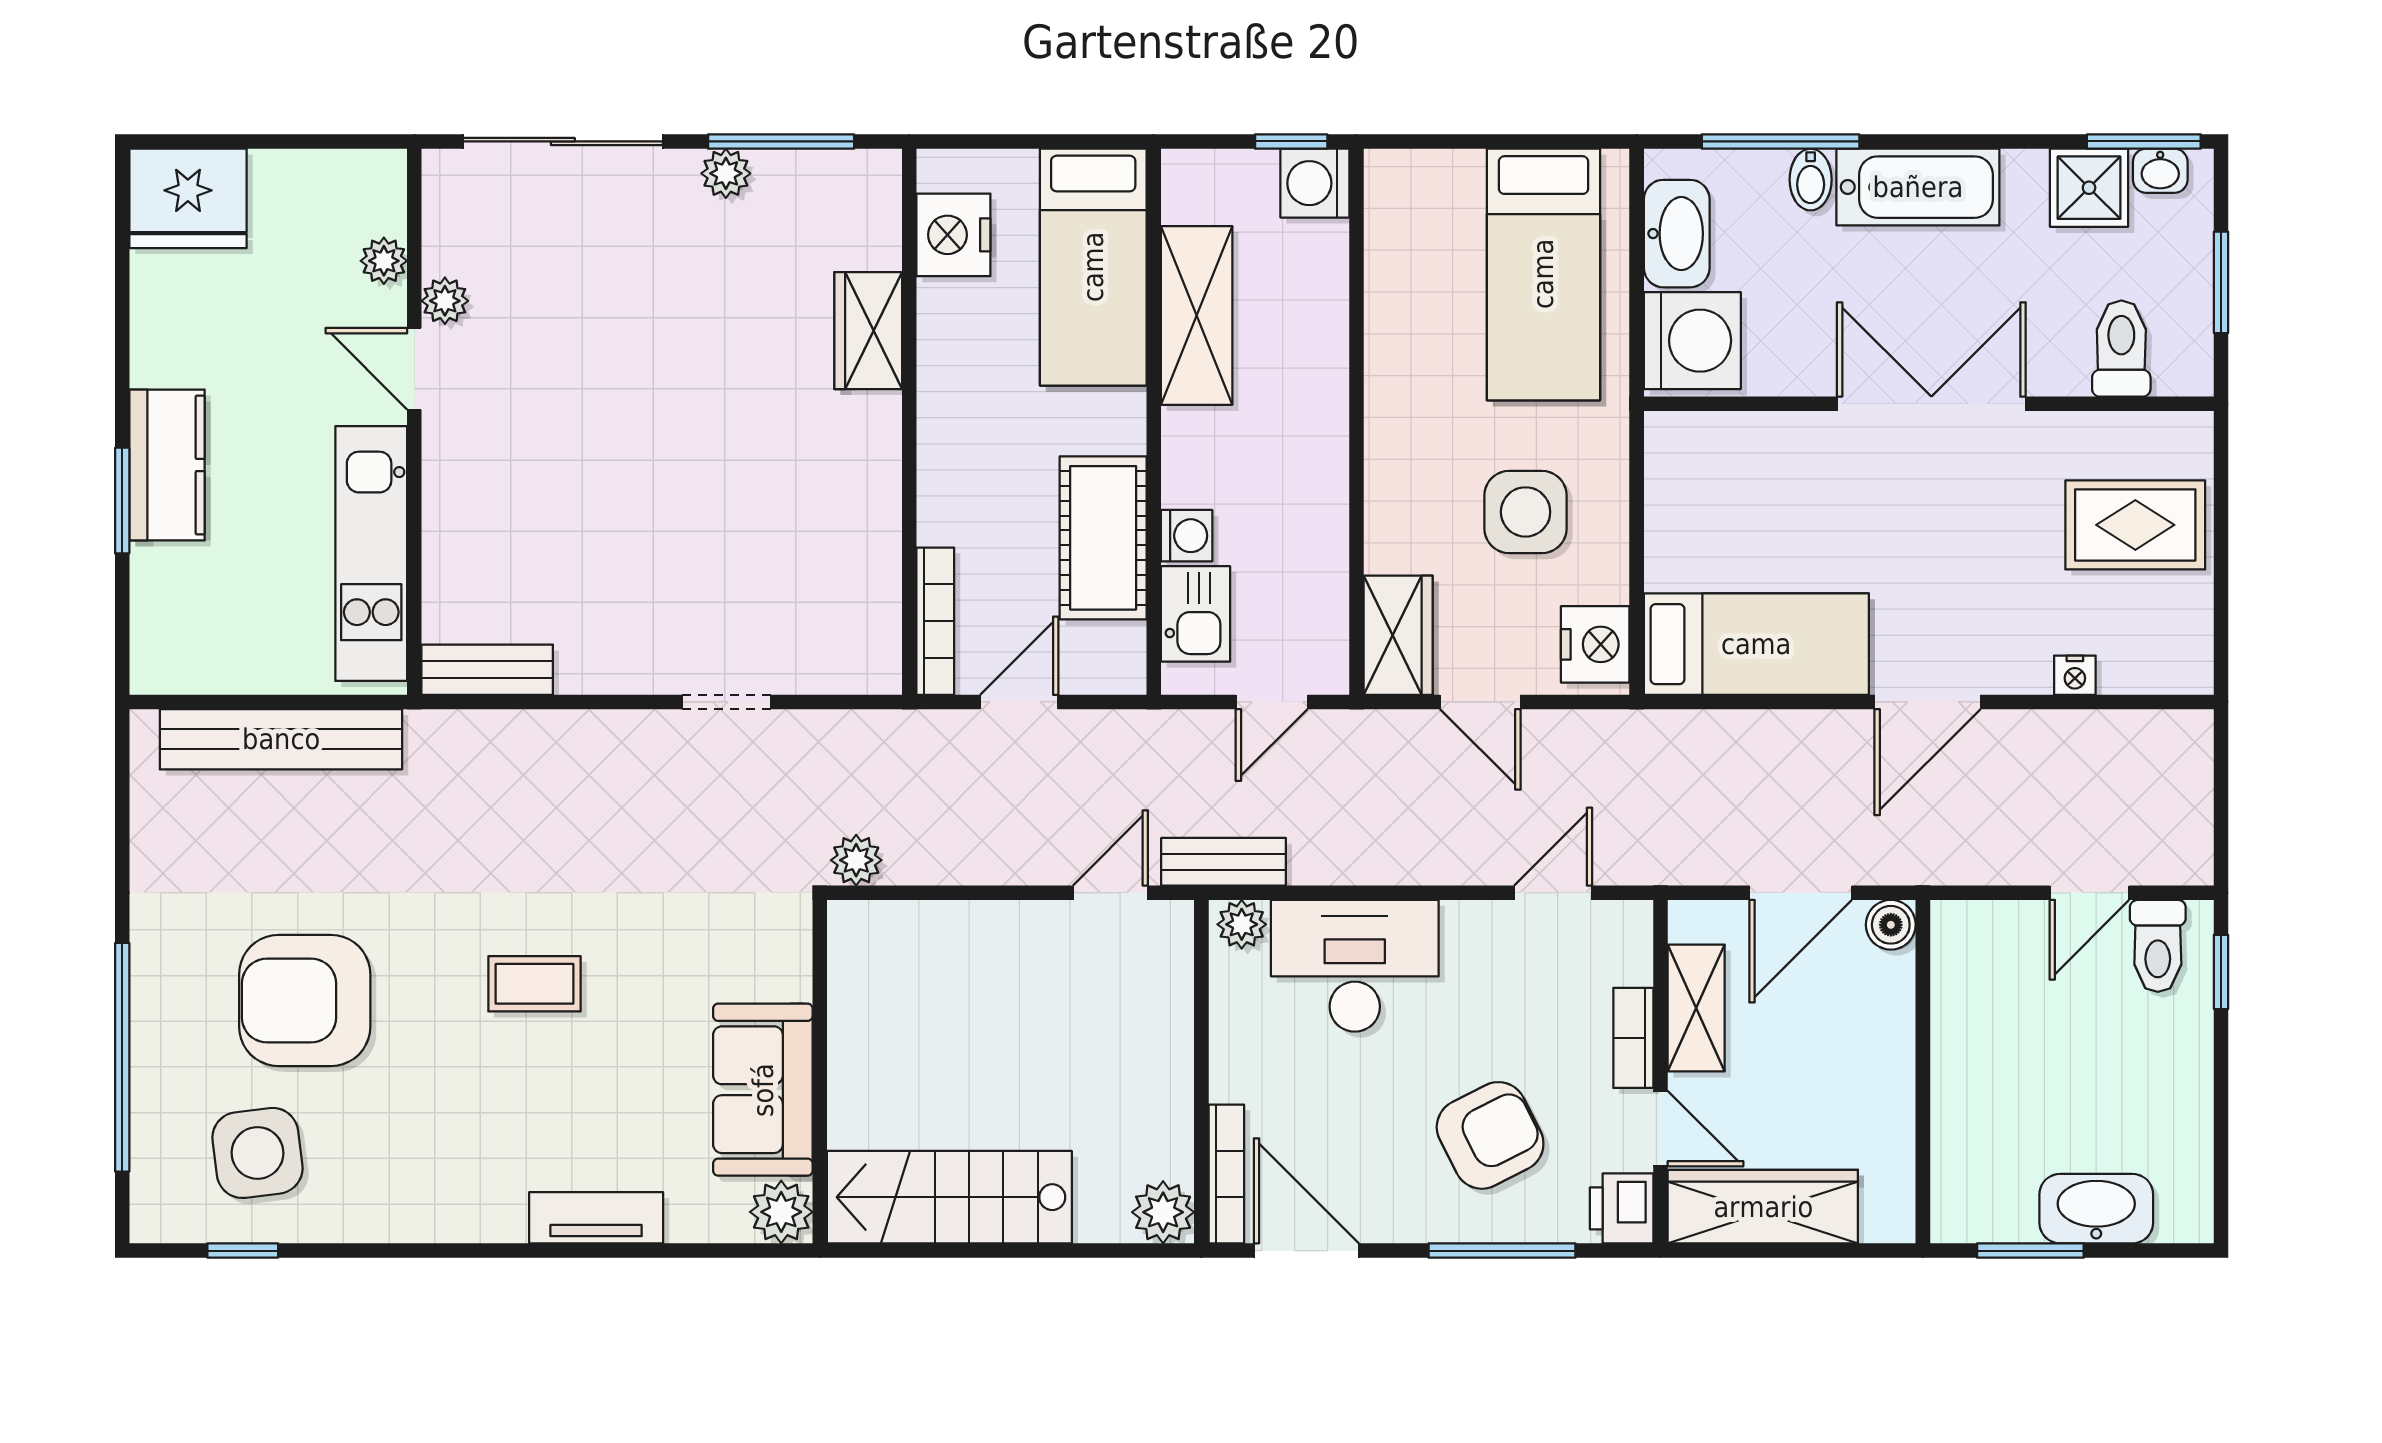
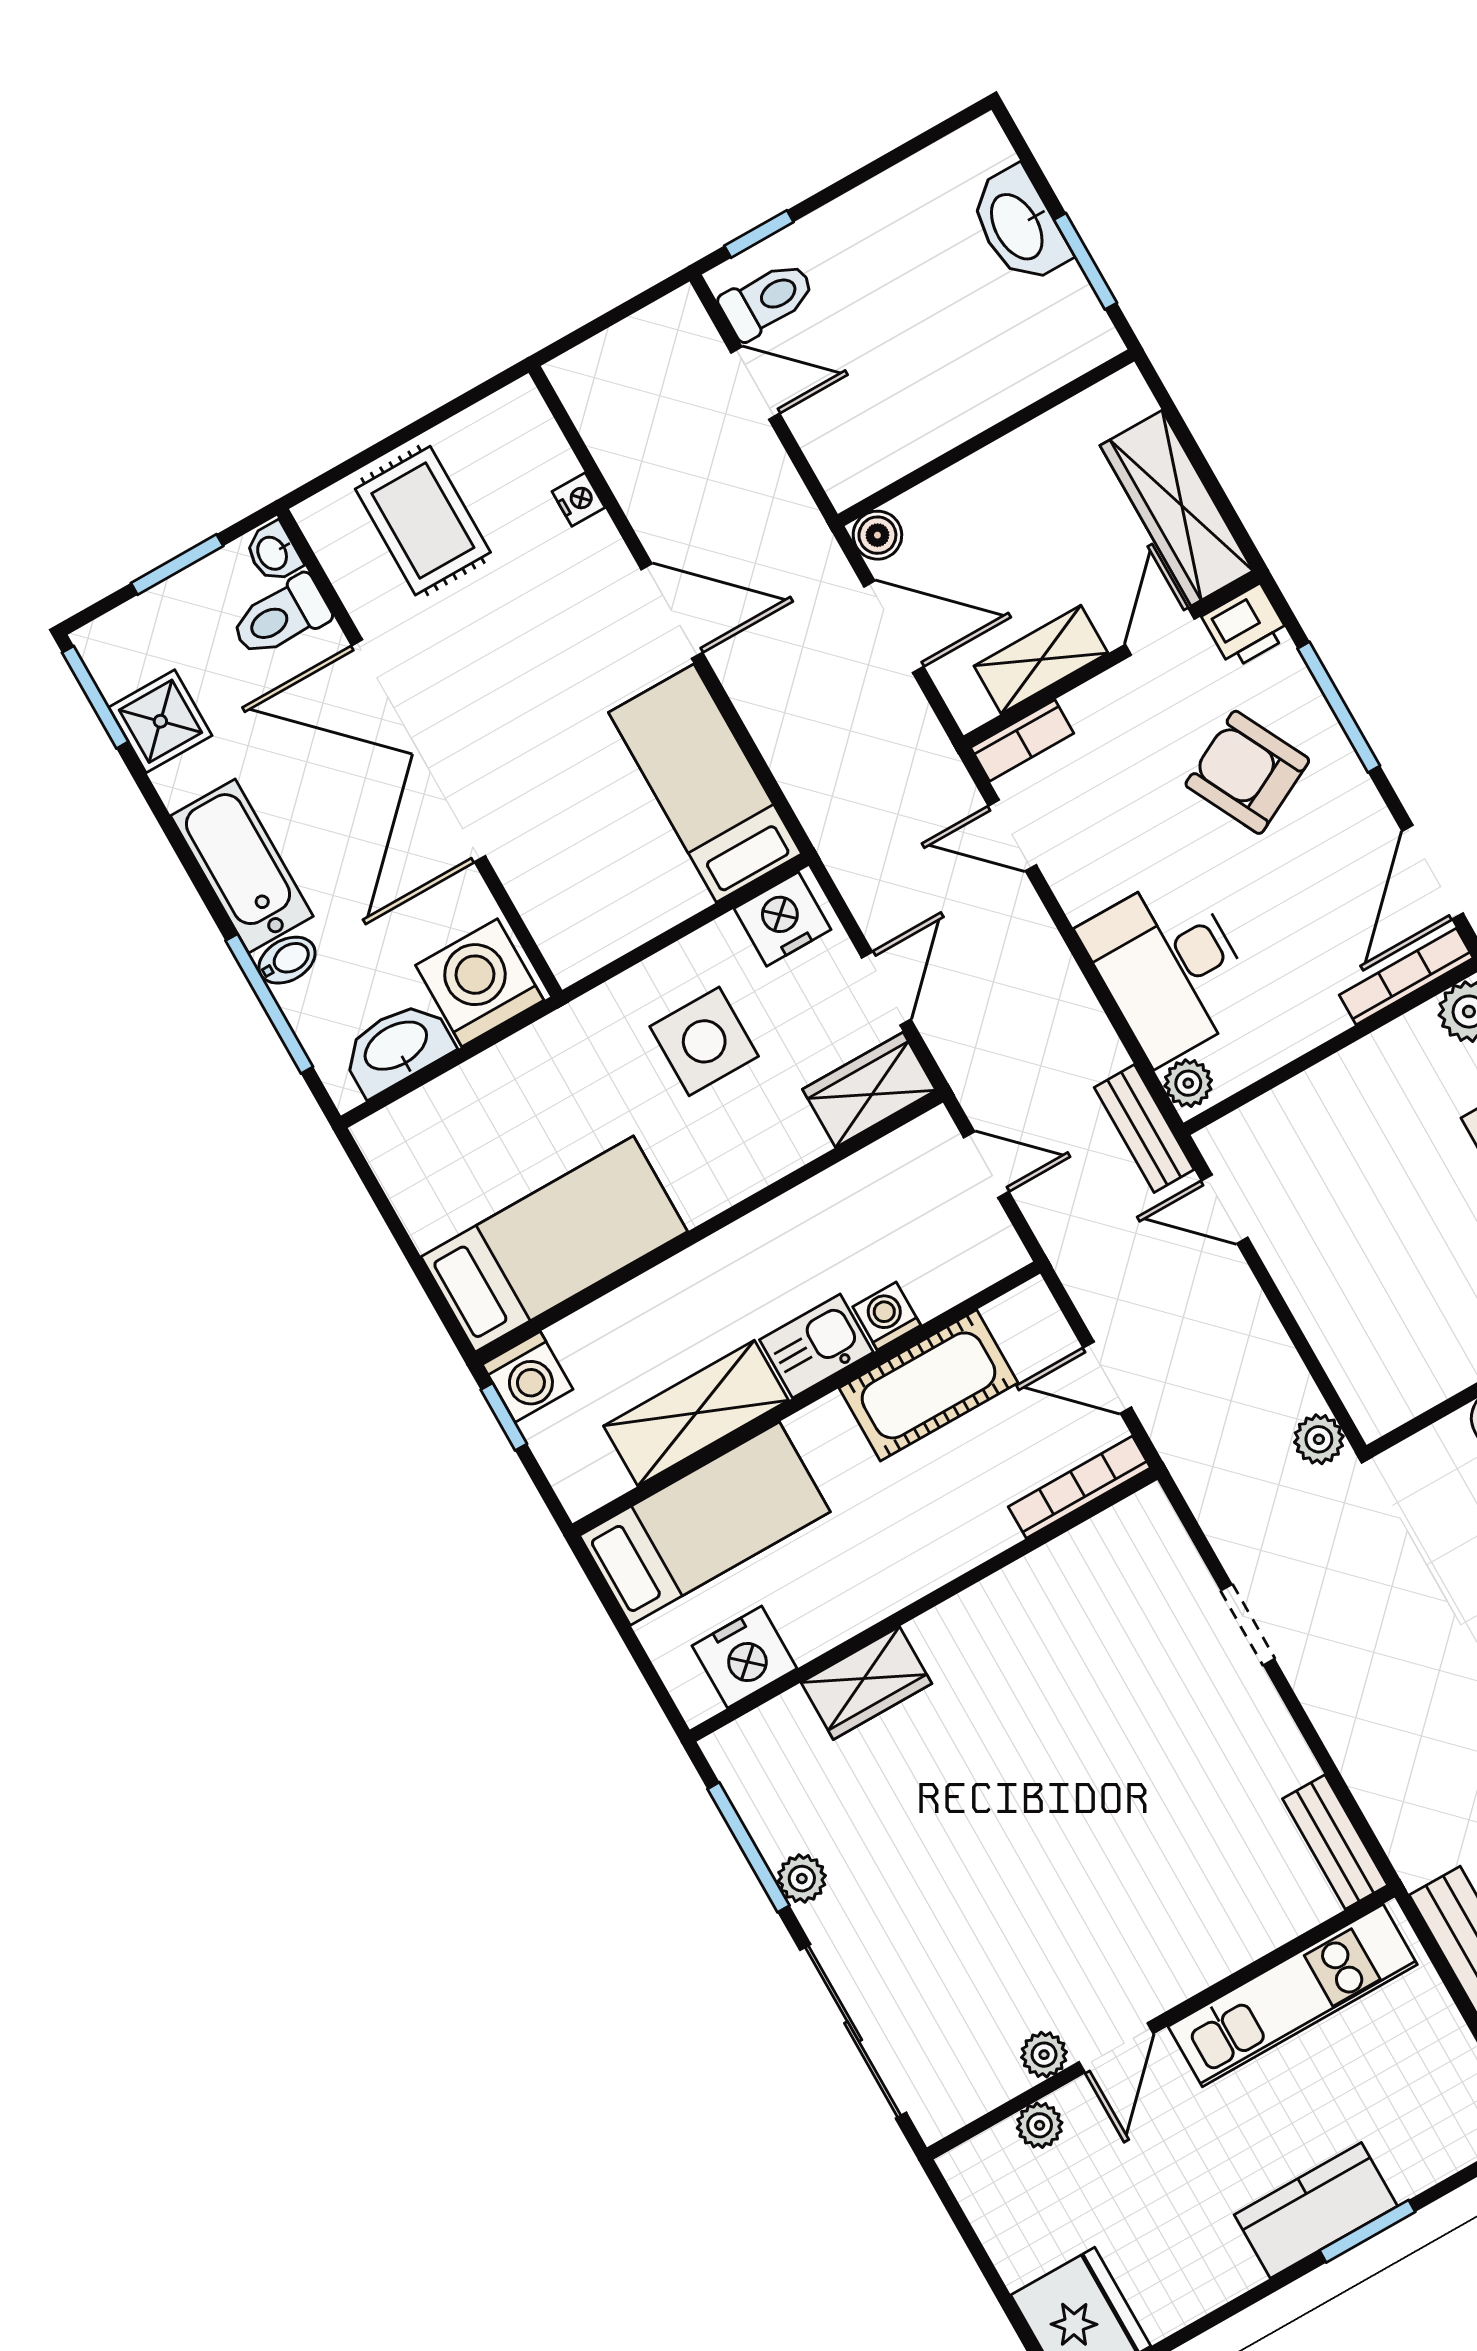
washbasin: (2160, 171) -> (273, 553), moved, turned 180
bed: (1543, 274) -> (554, 1244), moved
double door: (1931, 404) -> (418, 751), width x1.36
kitchen sink: (1195, 614) -> (816, 1346), moved
bookcase: (1633, 1038) -> (1022, 740), moved

